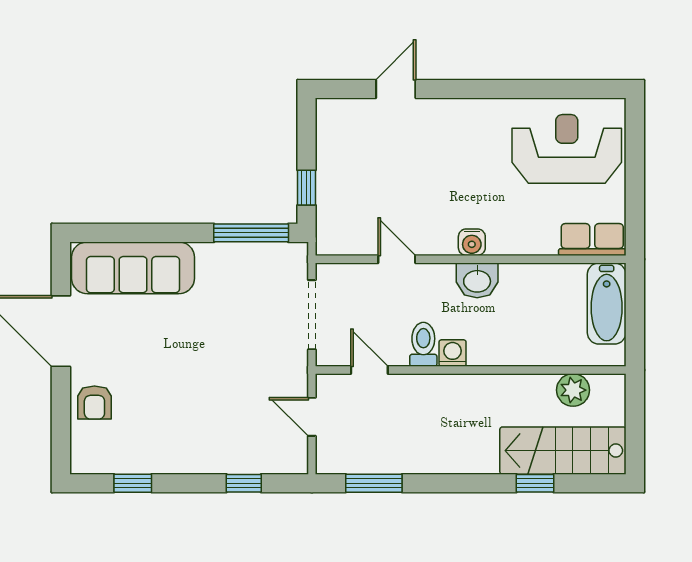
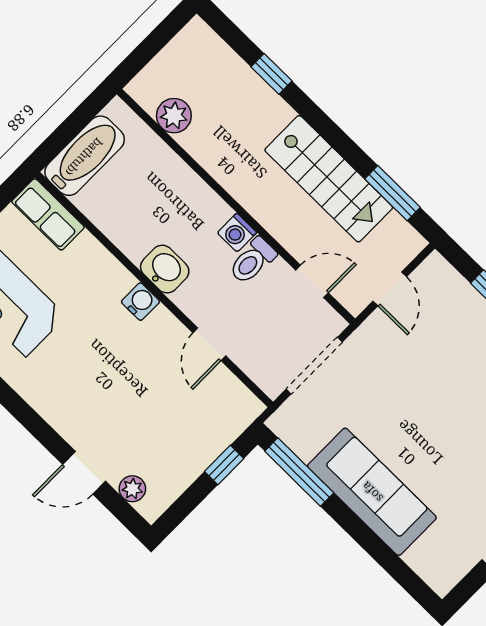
plant: (353, 110) -> (132, 489), added
sofa: (133, 268) -> (372, 492), moved
door: (369, 370) -> (312, 281), swing flipped
stairs: (563, 451) -> (329, 179), moved

